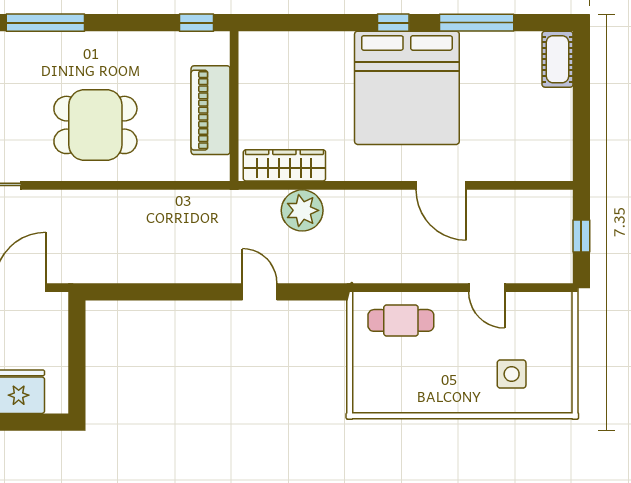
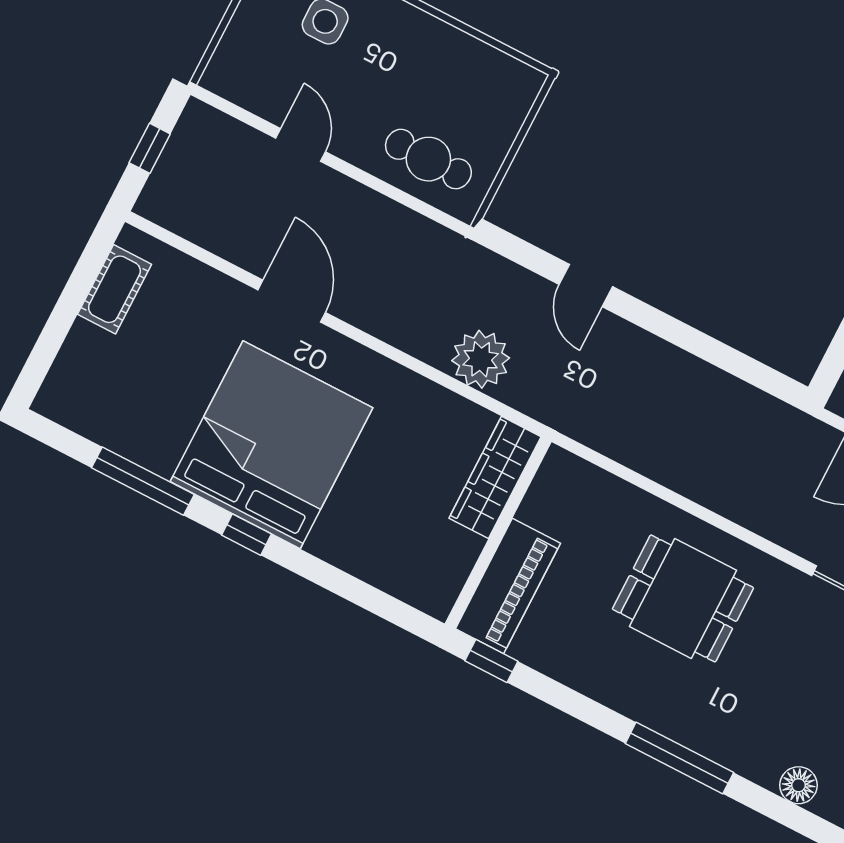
cot: (558, 59) -> (114, 289), moved
piano: (211, 110) -> (508, 586), moved
wardrobe: (284, 165) -> (495, 477), moved, turned 90

